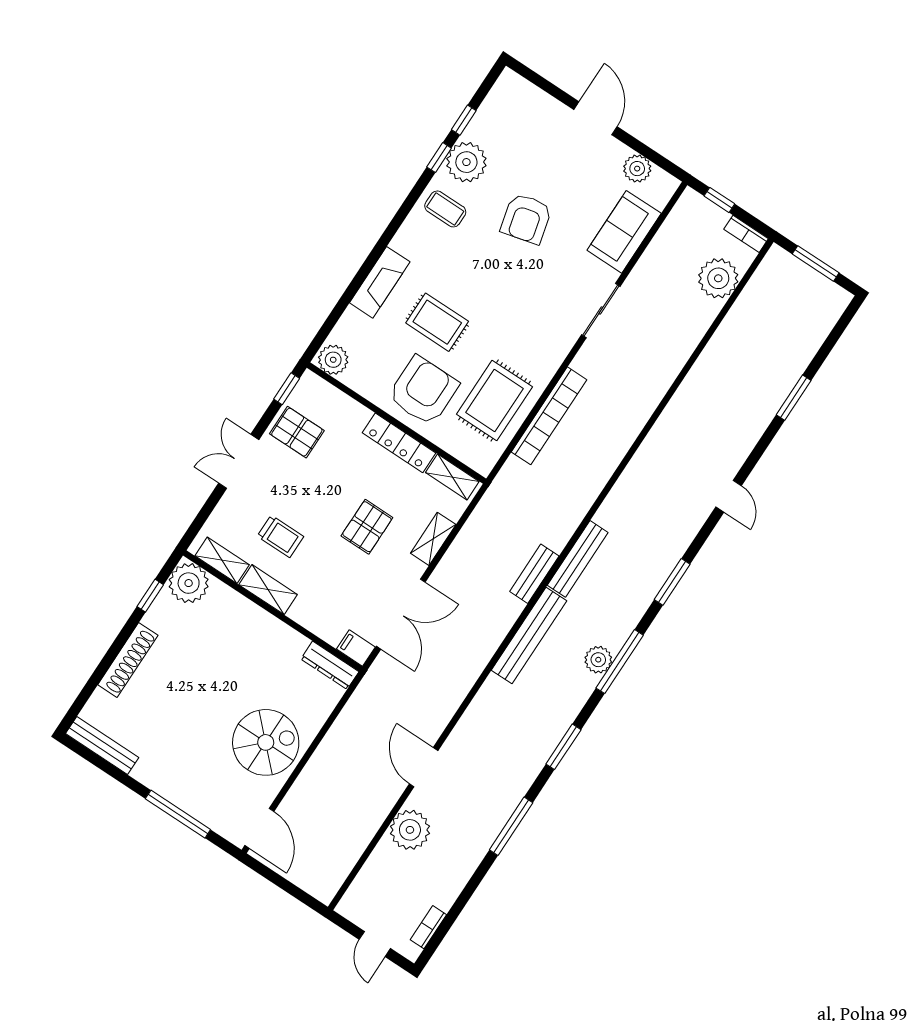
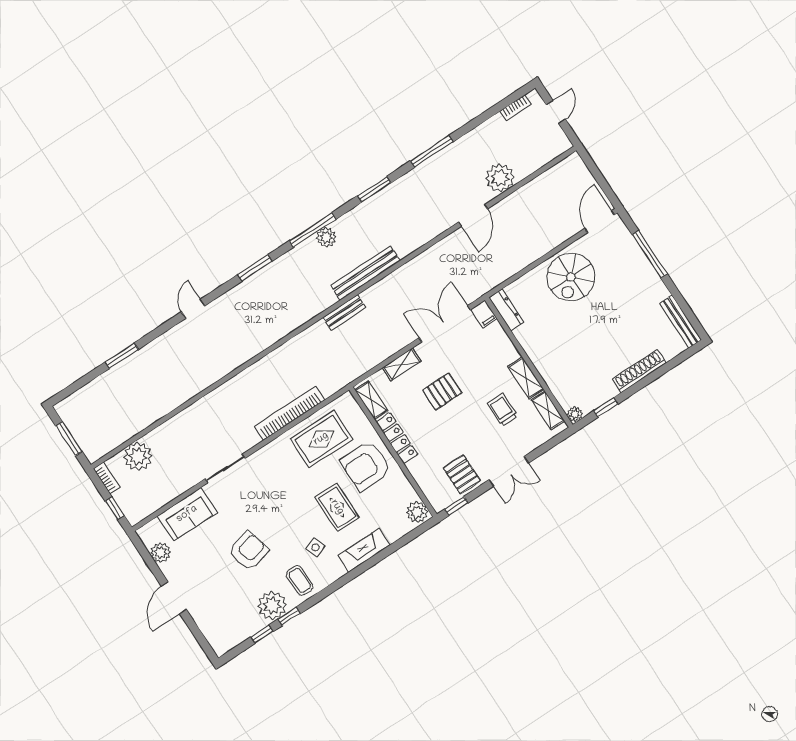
side table: (443, 260) -> (315, 547), added
bench: (578, 559) -> (311, 310), removed
plant: (189, 583) -> (575, 414), width x0.53, depth x0.53
spiral stairs: (266, 742) -> (571, 277), turned -90

